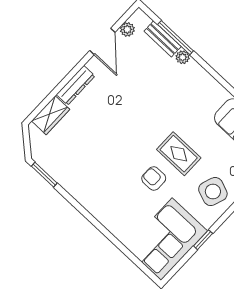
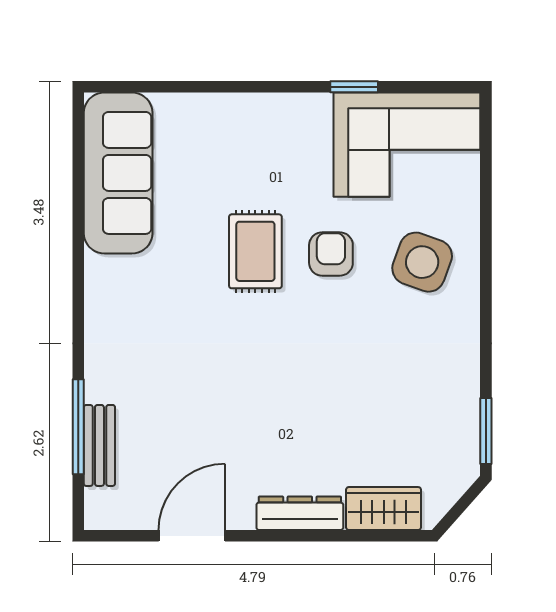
plant: (127, 29) -> (136, 515), removed
plant: (183, 57) -> (99, 387), removed
armchair: (154, 178) -> (331, 254), turned 180
side table: (213, 192) -> (422, 262), moved

